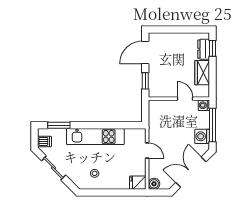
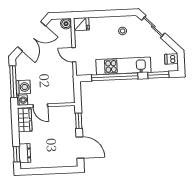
door: (145, 53) -> (80, 147), hinge flipped
wardrobe: (202, 73) -> (25, 120), moved
window: (105, 125) -> (115, 77), added
washing machine: (202, 136) -> (23, 87), moved
sliding door: (54, 168) -> (153, 27), moved

